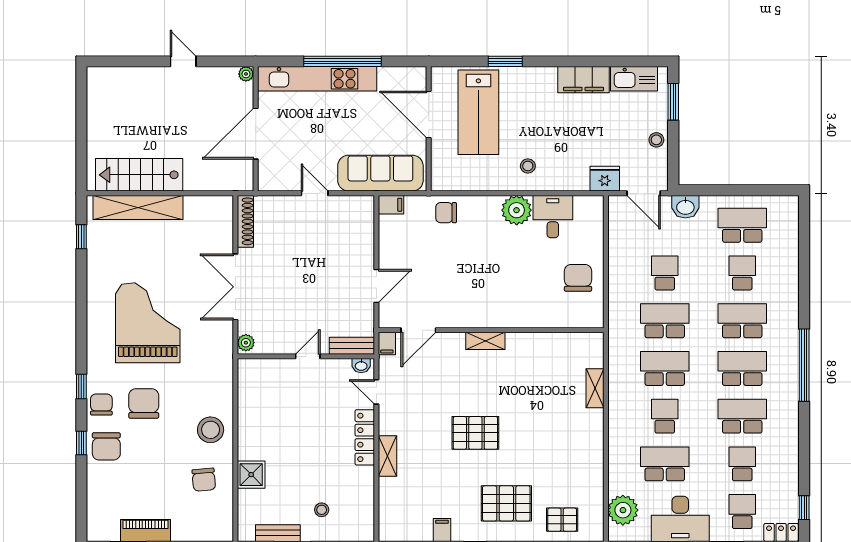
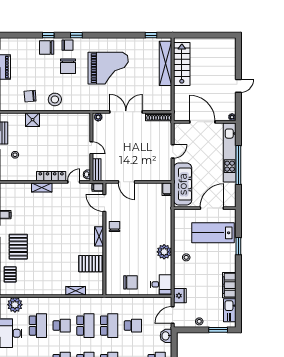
chair: (446, 213) -> (115, 227), moved
desk: (553, 217) -> (161, 284), moved
chair: (144, 403) -> (68, 66), turned 90
pallet: (475, 433) -> (90, 264), moved, turned 90

